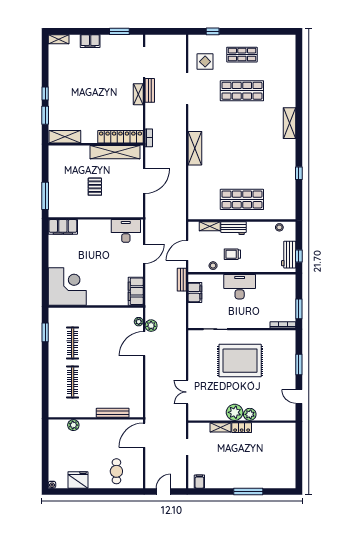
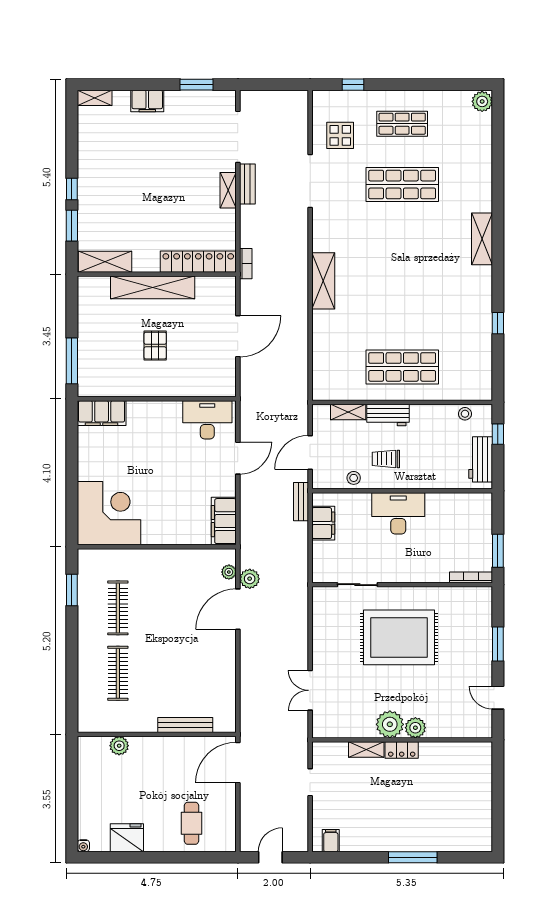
plant: (290, 41) -> (482, 101), added
shelving: (115, 152) -> (153, 287), moved
window: (299, 256) -> (498, 434), moved

